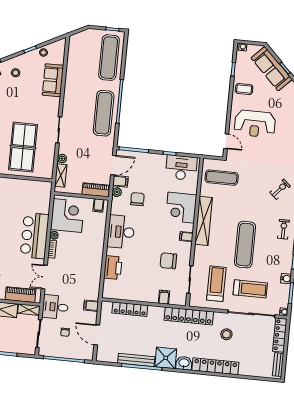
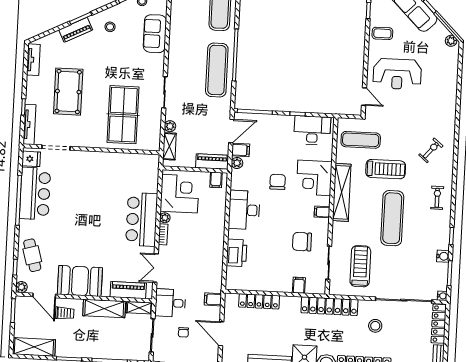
chair: (137, 199) -> (278, 182), moved
treadmill: (250, 289) -> (386, 169), moved

